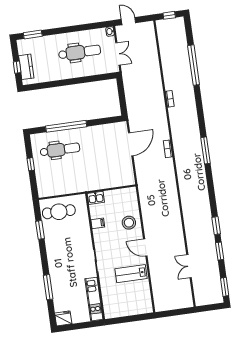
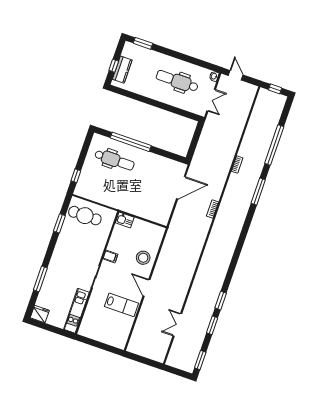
dental chair: (80, 52) -> (177, 81), turned 180
window: (206, 150) -> (258, 192), moved
window: (31, 164) -> (76, 176), moved
filing cabinet: (98, 223) -> (110, 257), moved
lab bench: (131, 274) -> (122, 305), turned 180

